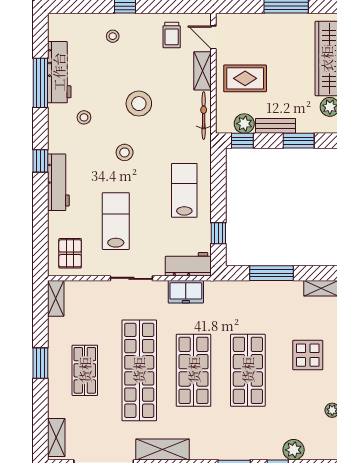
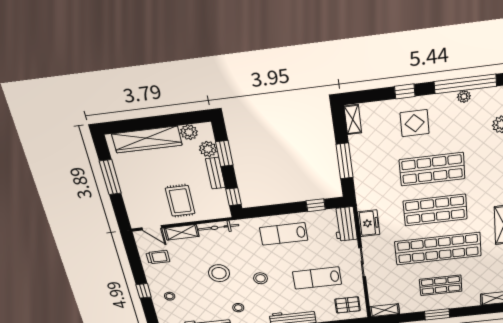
door: (213, 37) -> (152, 228), hinge flipped
plant: (244, 124) -> (208, 149), moved

